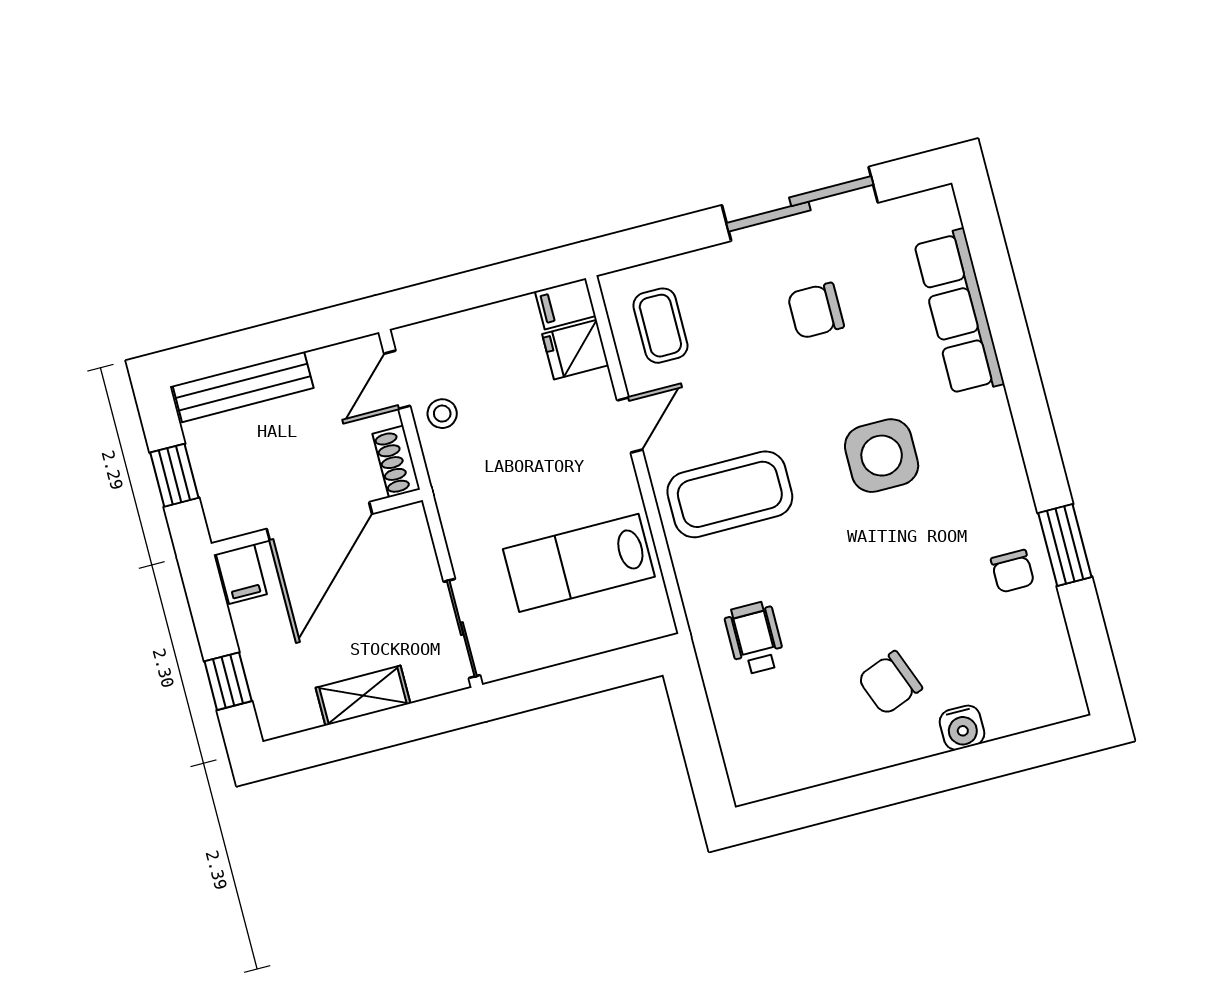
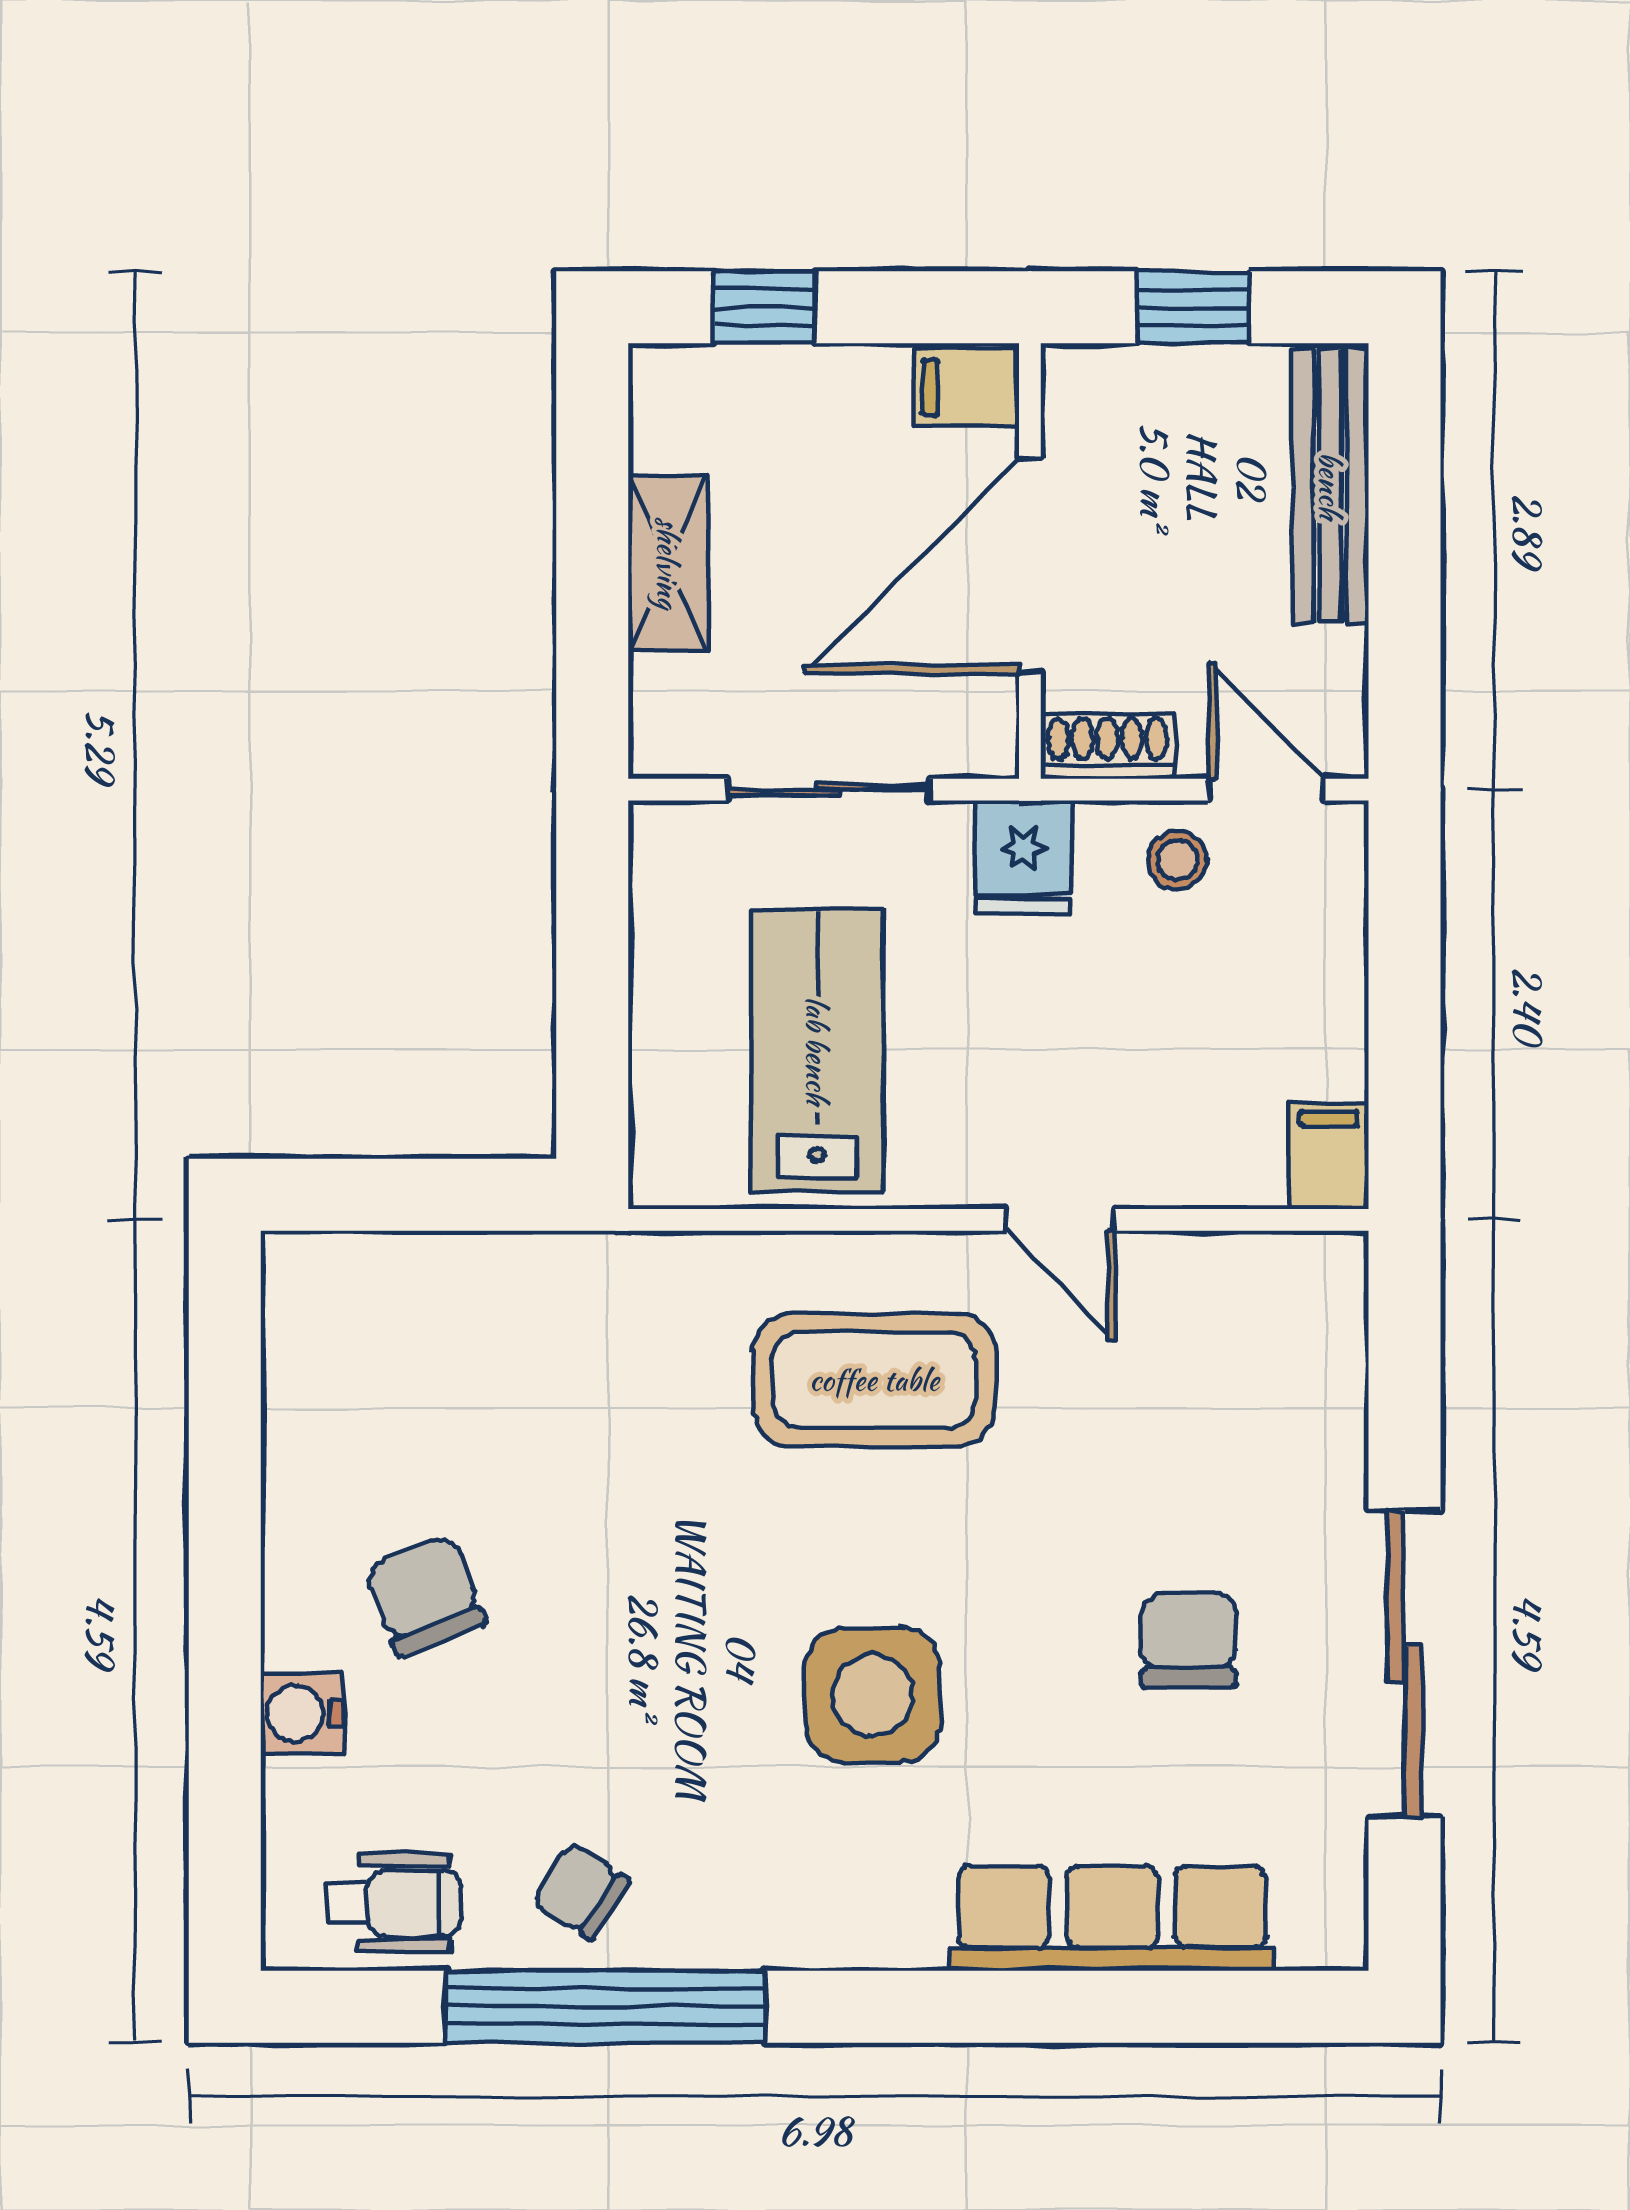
coffee table: (660, 326) -> (1238, 1330), removed
fridge: (575, 350) -> (1024, 857), moved, turned 180
coffee table: (730, 494) -> (874, 1380), turned 90
door: (319, 521) -> (1030, 566), hinge flipped
window: (1065, 545) -> (605, 2007), width x2.11
chair: (1012, 571) -> (581, 1891), turned 33
sliding door: (462, 629) -> (828, 790), moved
wheelchair: (755, 638) -> (394, 1903), moved

